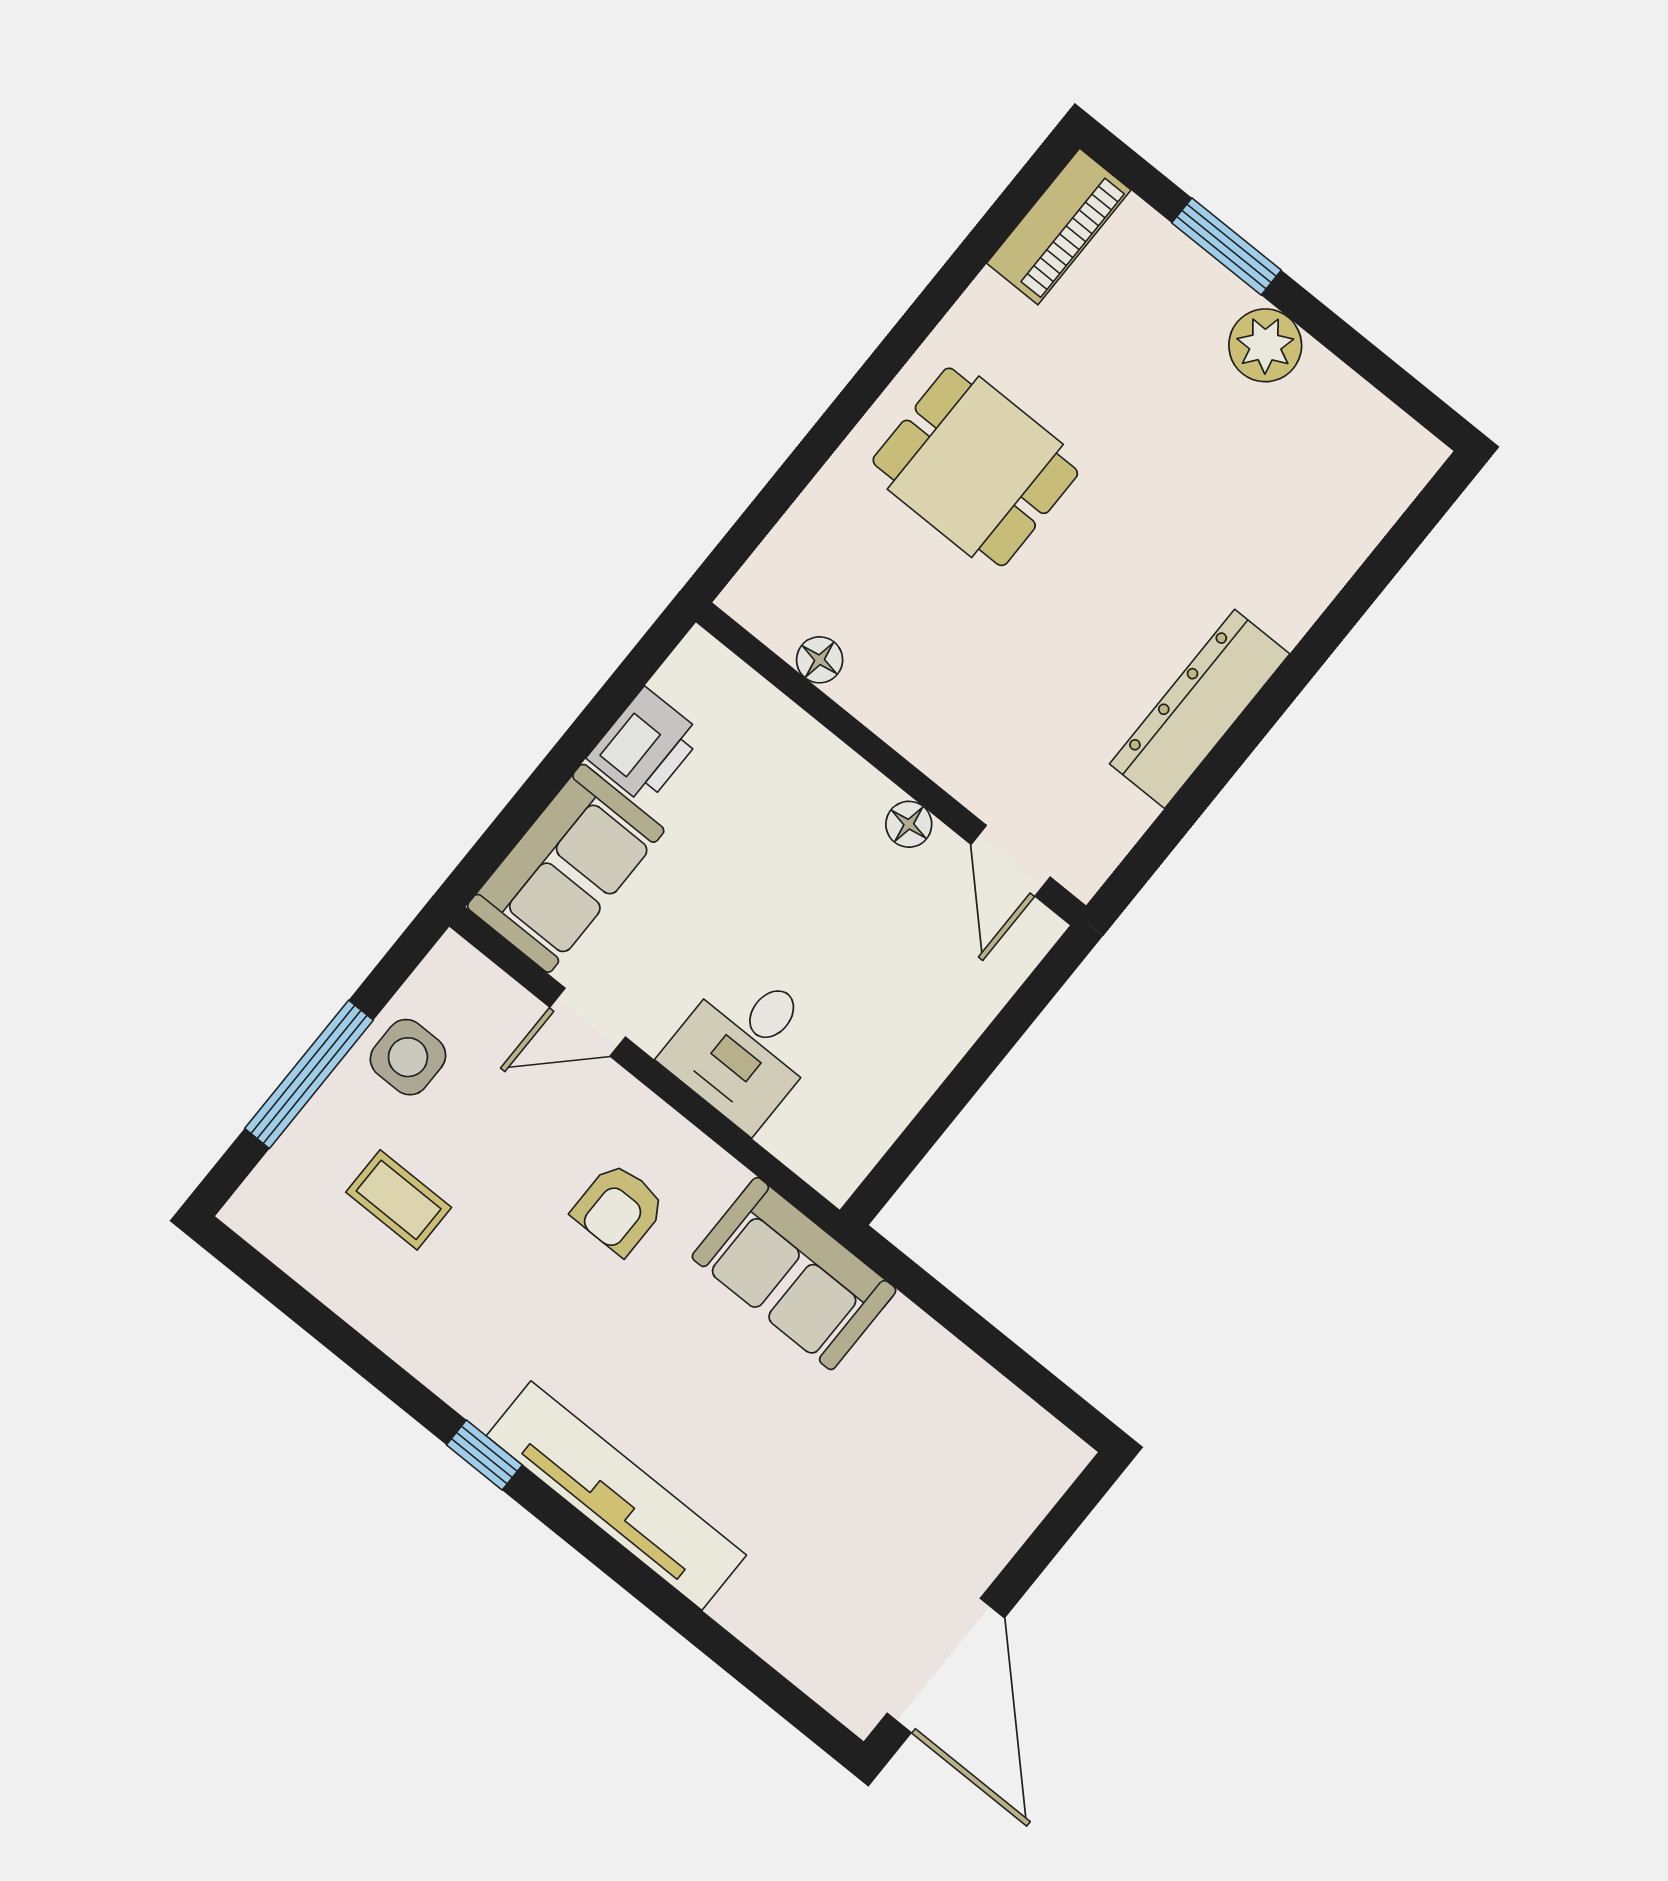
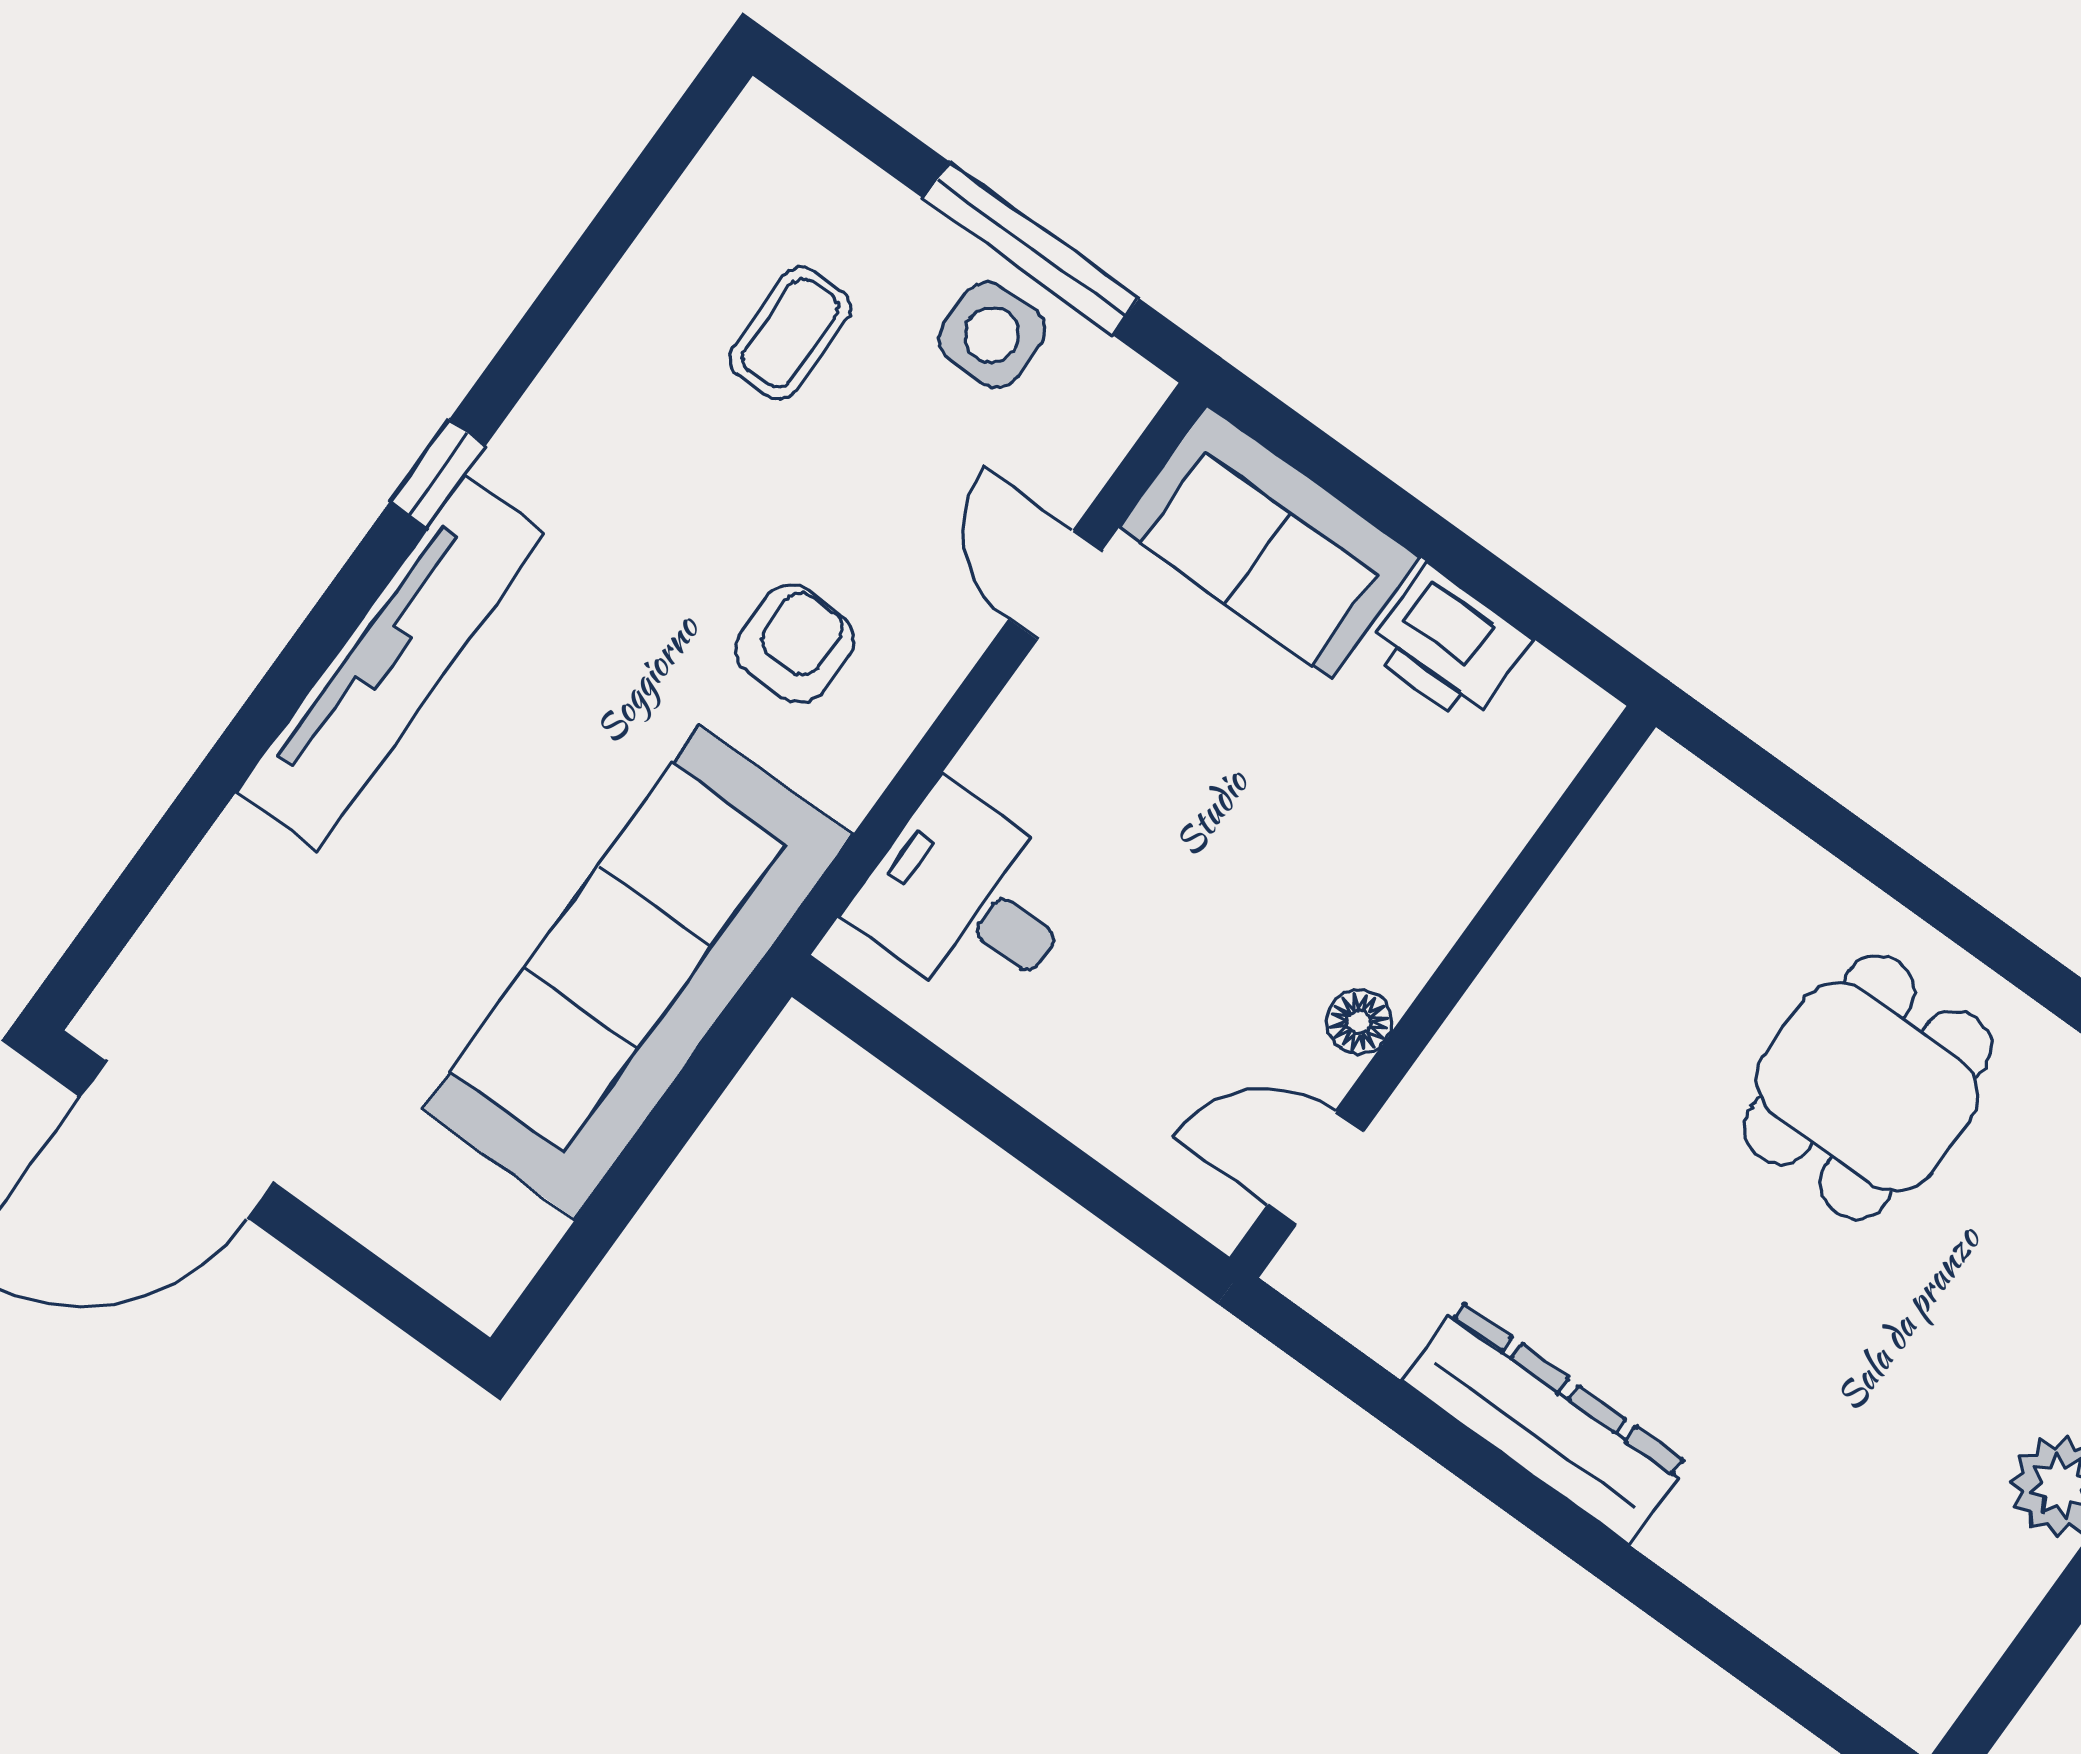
floor lamp: (820, 660) -> (1584, 883), removed
desk: (745, 1047) -> (968, 900), moved
window: (309, 1074) -> (1031, 248), moved
armchair: (619, 1209) -> (795, 644), turned 90
sofa: (794, 1274) -> (637, 972), width x1.85, depth x1.27

